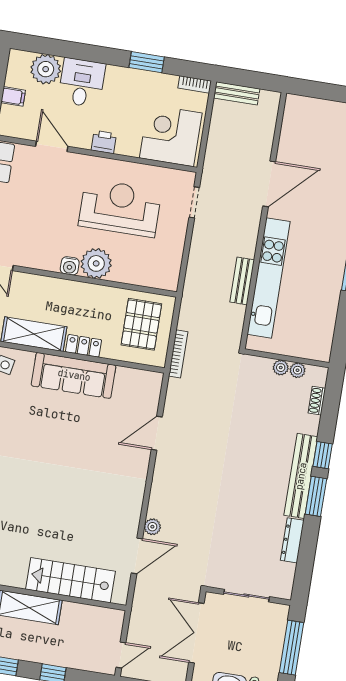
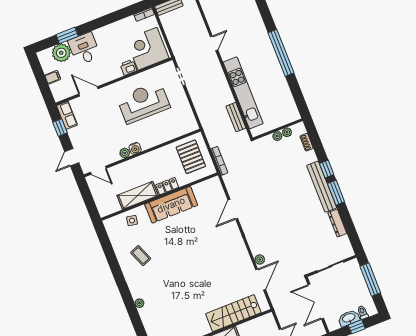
window: (147, 62) -> (67, 35), moved
printer: (104, 142) -> (128, 67), moved
door: (269, 184) -> (214, 43), width x0.53
plant: (96, 263) -> (125, 153), moved, width x0.53, depth x0.53
bench: (242, 281) -> (236, 117), moved

